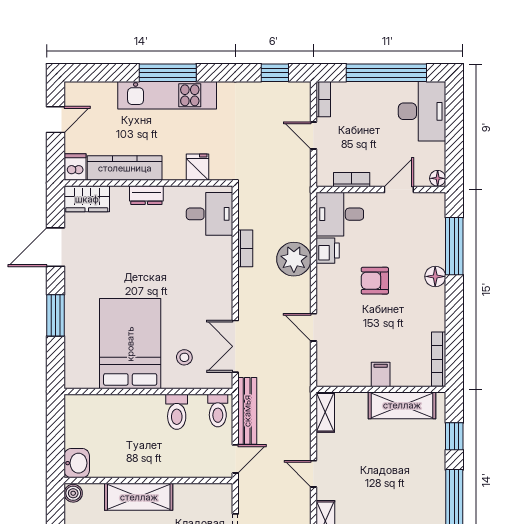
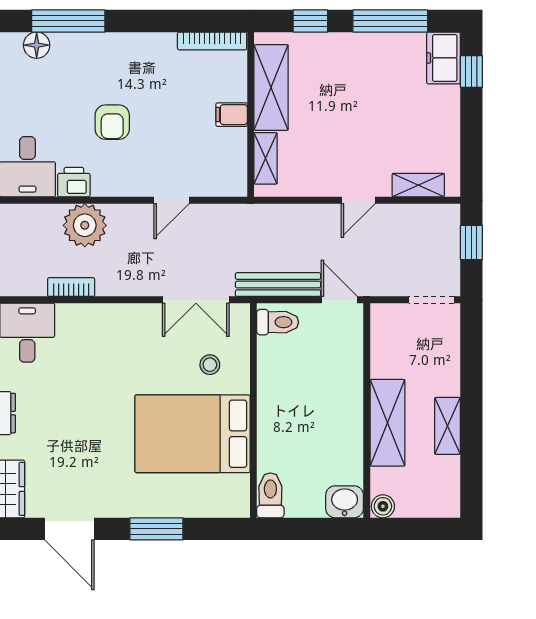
floor lamp: (435, 276) -> (37, 45), moved
toilet: (177, 412) -> (270, 495), moved, turned -90
shelving: (325, 412) -> (266, 158), moved, turned 90

